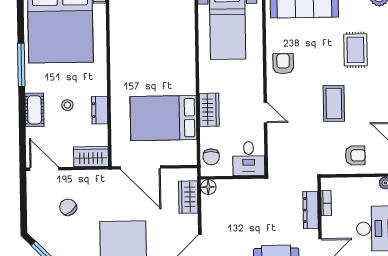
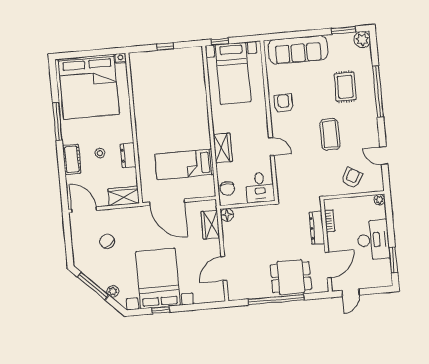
bed: (164, 118) -> (184, 164), width x0.67
armchair: (355, 155) -> (352, 178), turned -59

